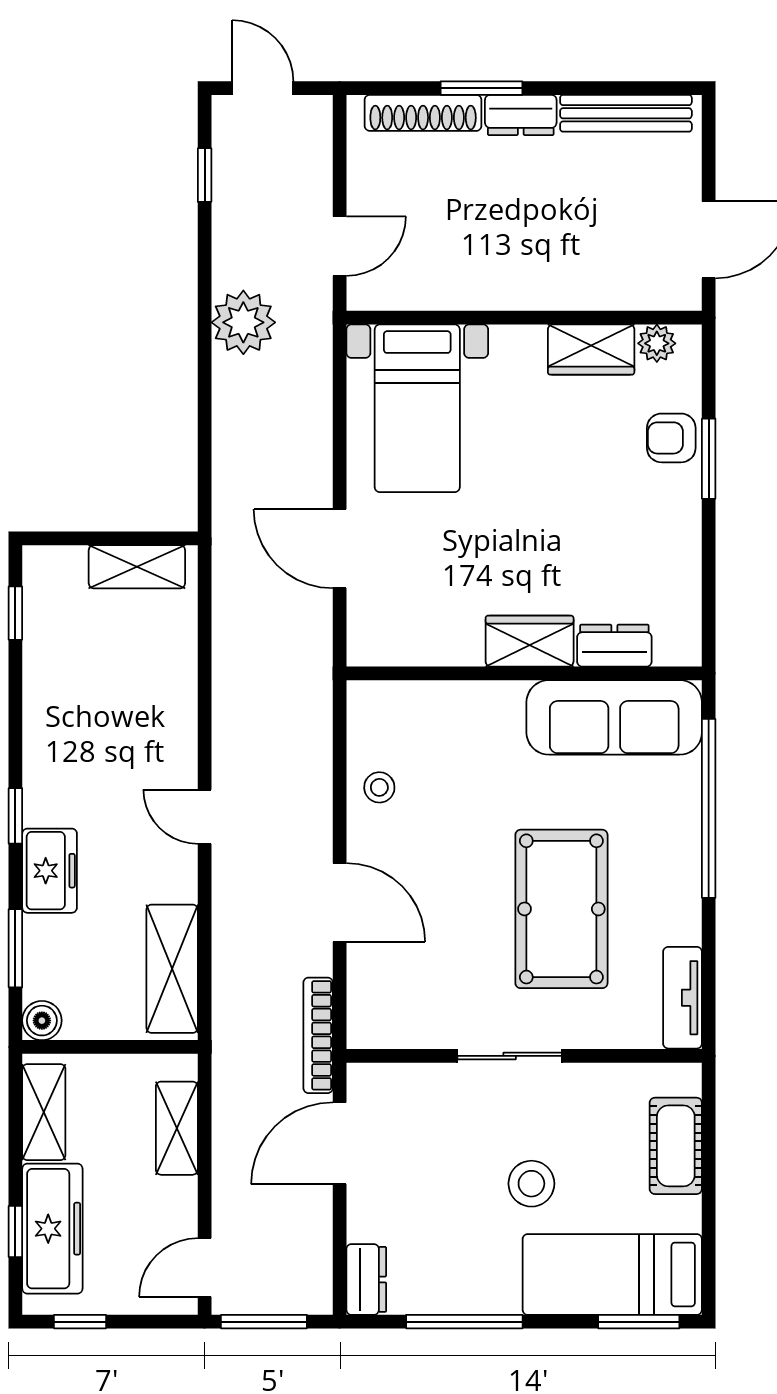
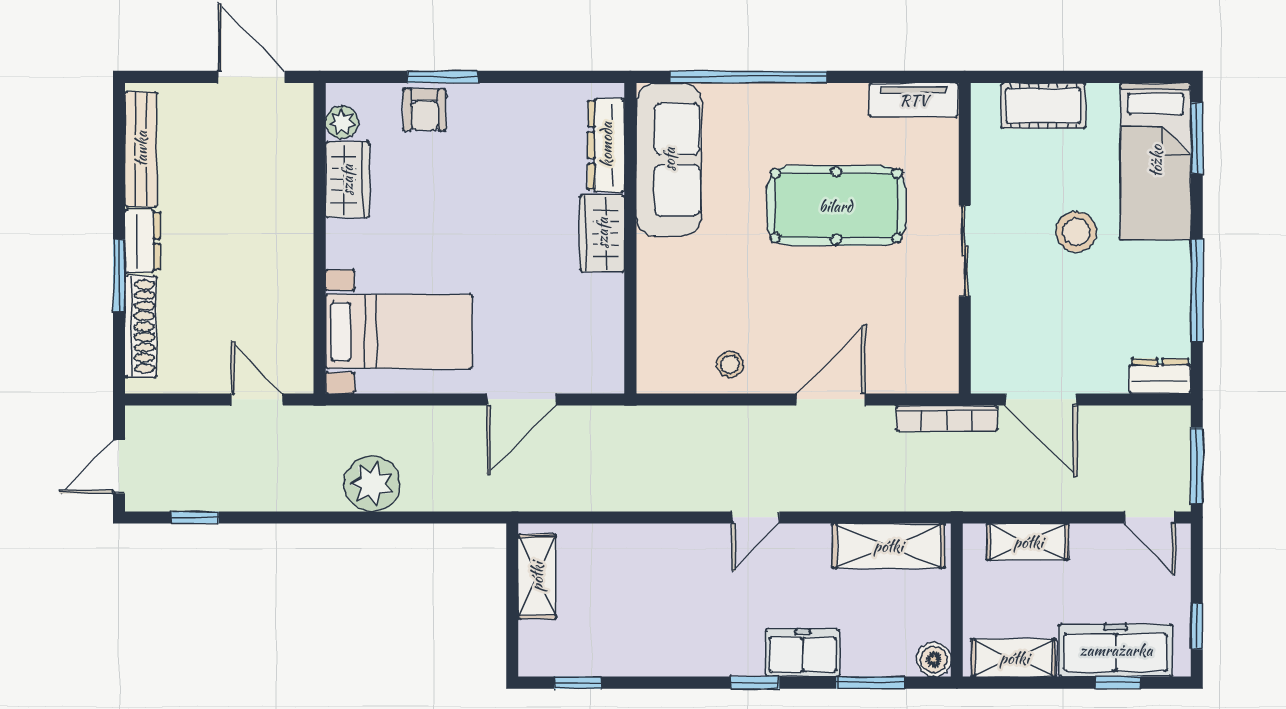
plant: (243, 322) -> (372, 484), moved
dresser: (614, 646) -> (606, 145), width x1.44

